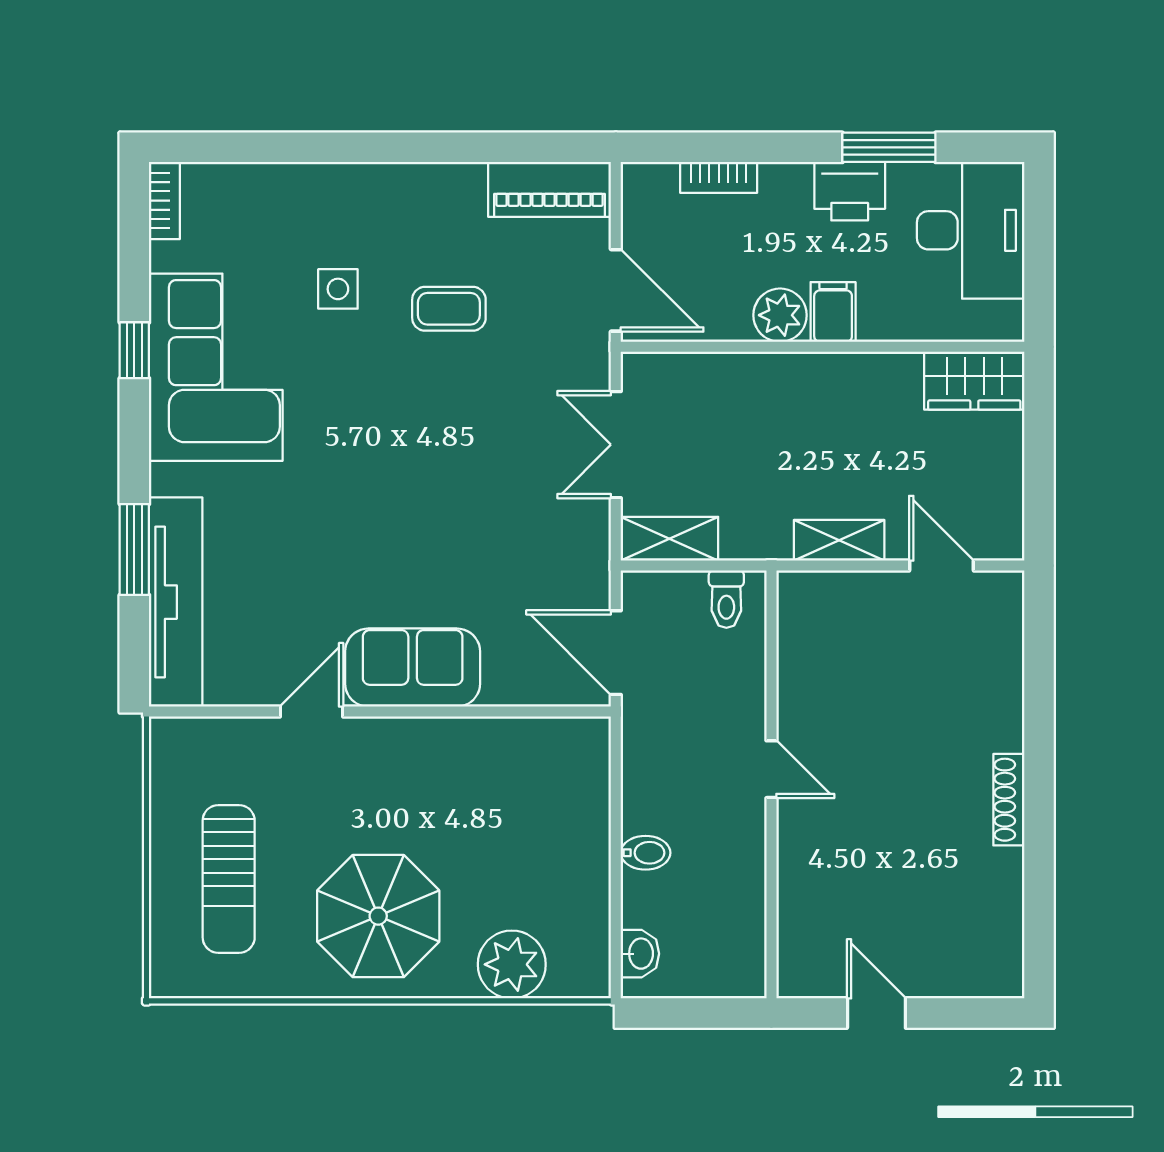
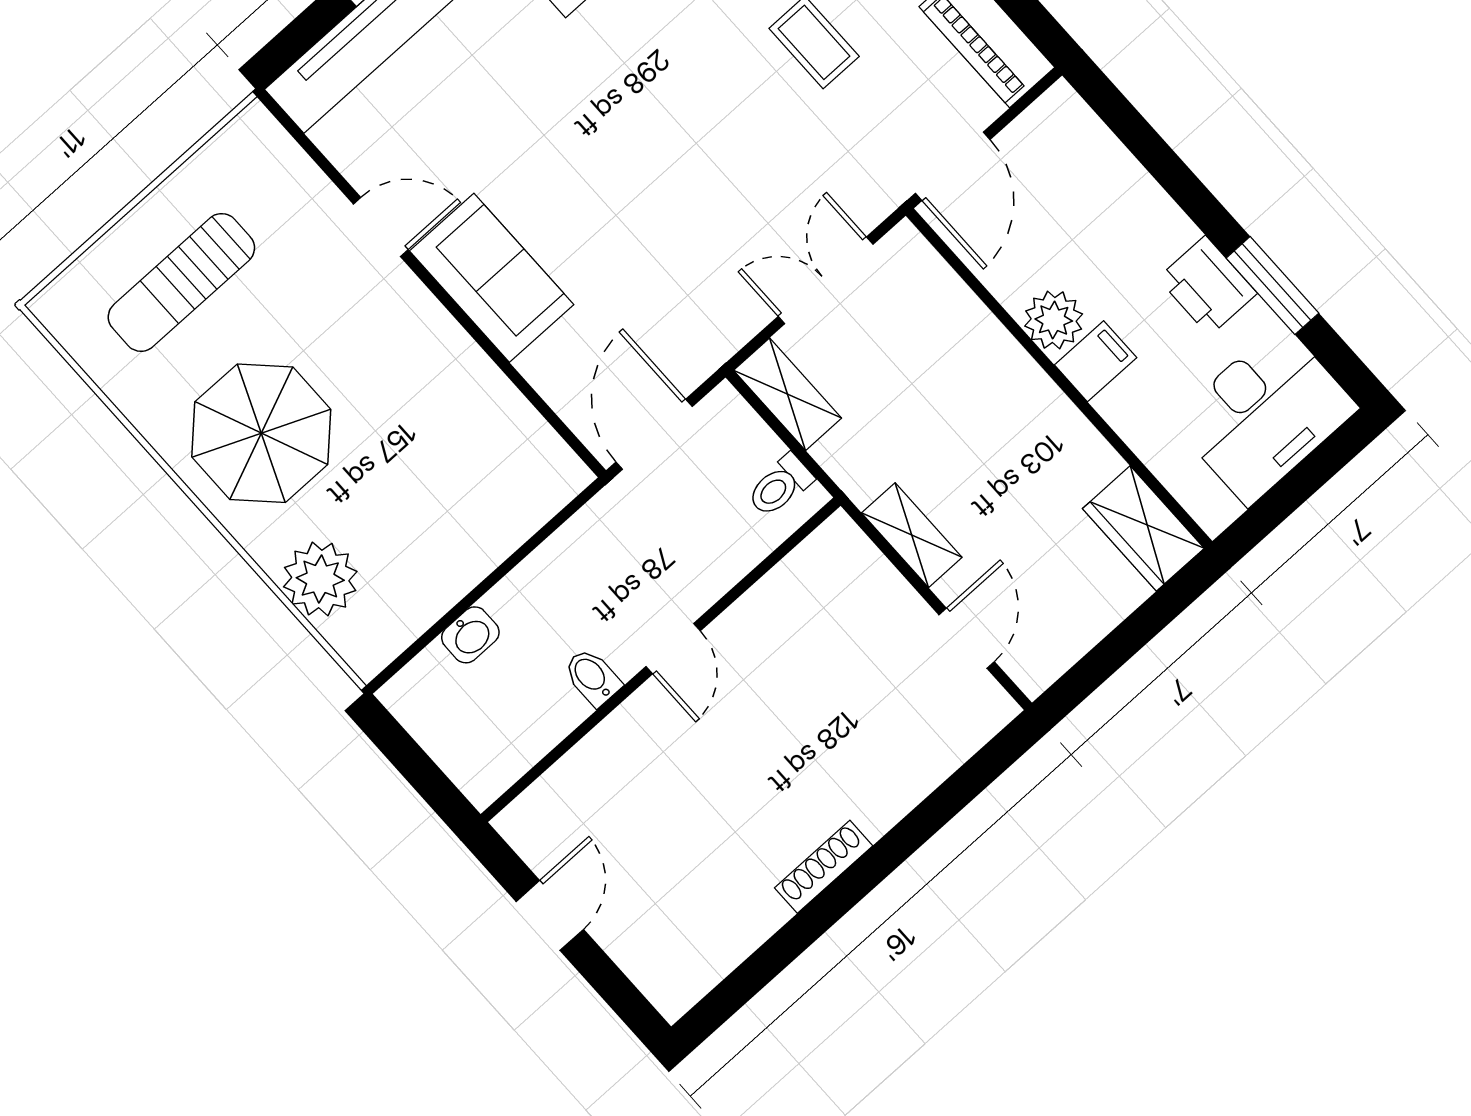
bookcase: (719, 177) -> (1122, 167), removed
bidet: (646, 853) -> (592, 677), moved, turned 180
washbasin: (640, 954) -> (470, 635), moved

